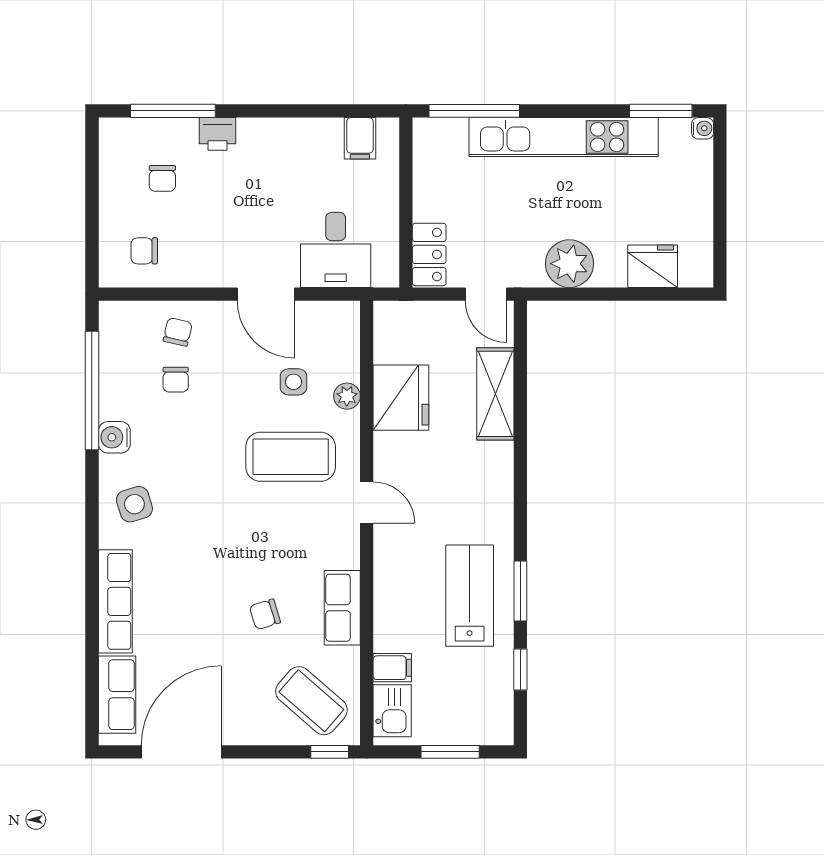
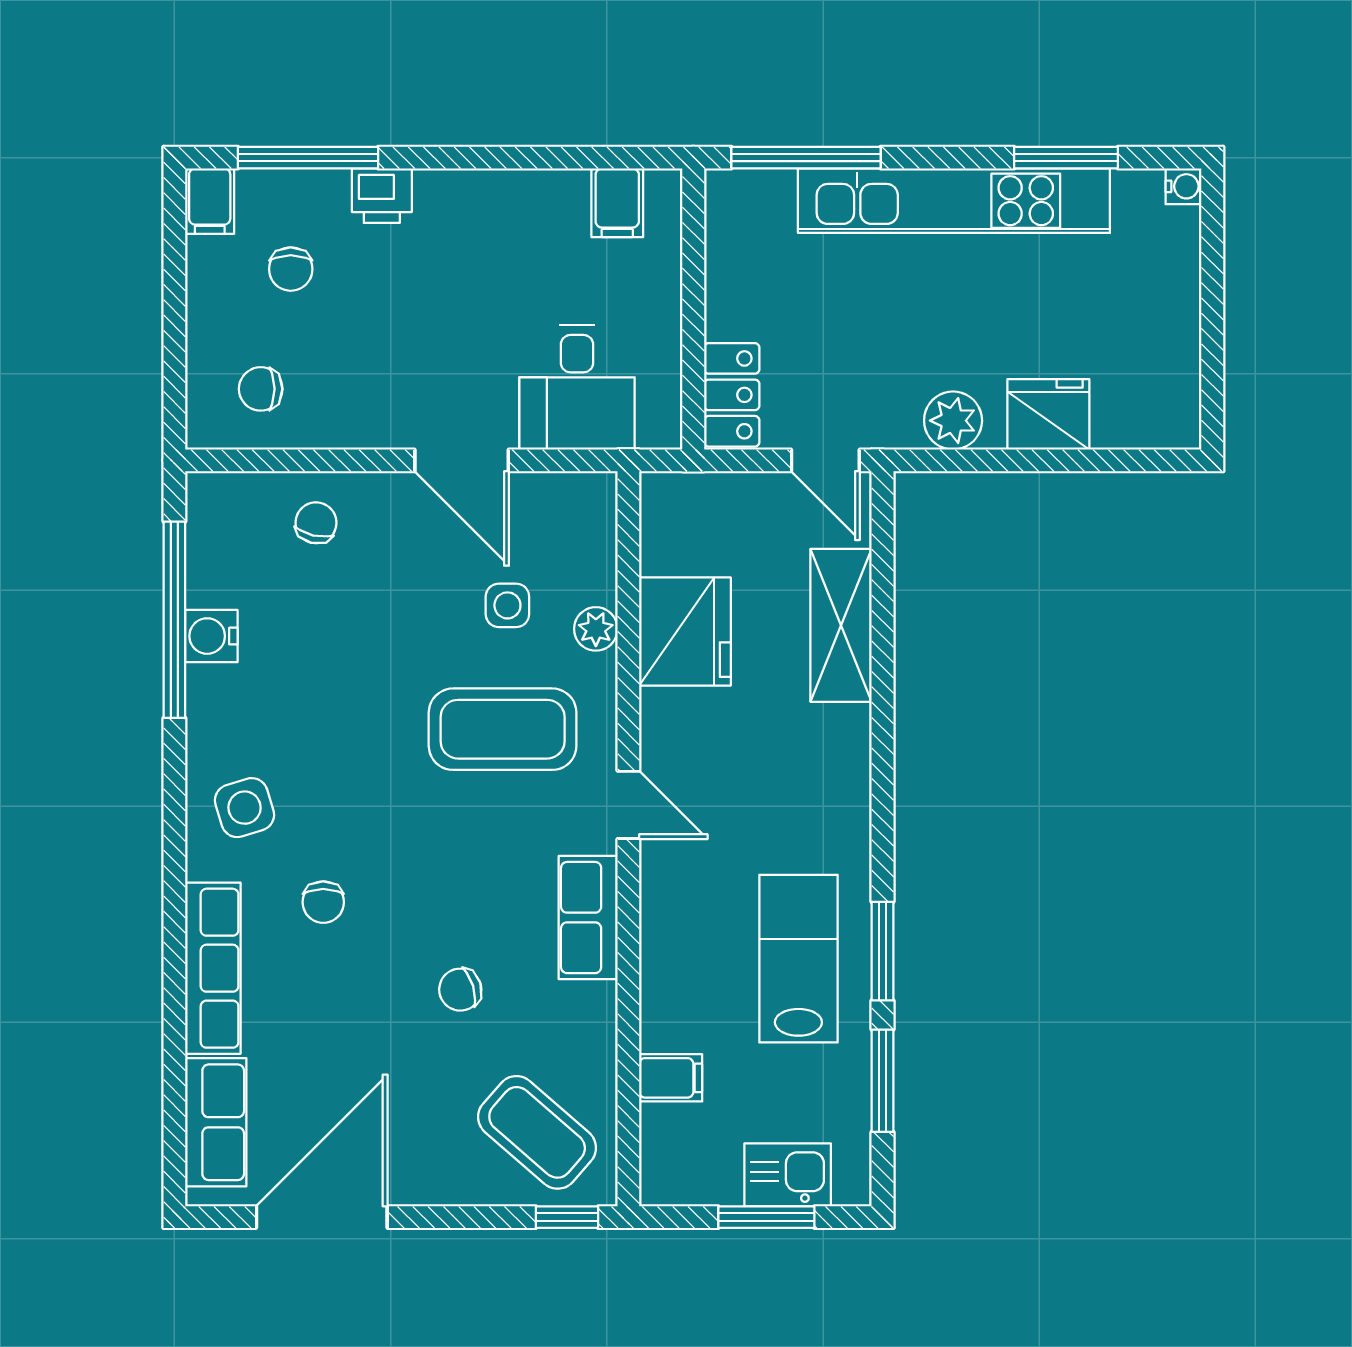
window: (661, 111) -> (1066, 158), moved
filing cabinet: (113, 137) -> (210, 201), added
plant: (569, 264) -> (953, 421), width x0.73, depth x0.73
fridge: (653, 266) -> (1048, 414), moved
chair: (176, 380) -> (323, 902), moved
water cooler: (114, 437) -> (211, 636), moved
row of seats: (342, 608) -> (588, 918), moved
window: (520, 669) -> (882, 1081), width x1.50
kitchen sink: (392, 711) -> (788, 1175), moved, turned -90

